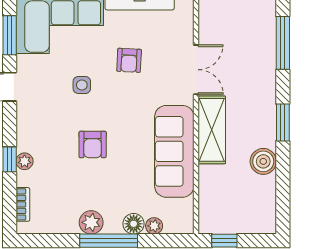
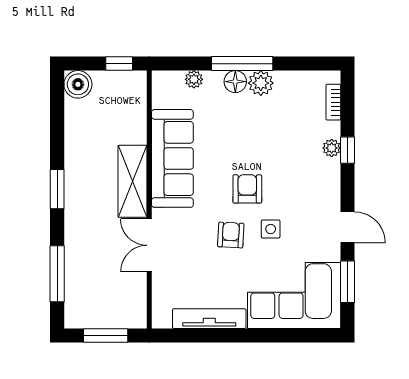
armchair: (129, 60) -> (231, 235), moved
armchair: (93, 144) -> (247, 189), moved
boiler: (263, 161) -> (78, 84), moved
floor lamp: (134, 224) -> (235, 82), moved

